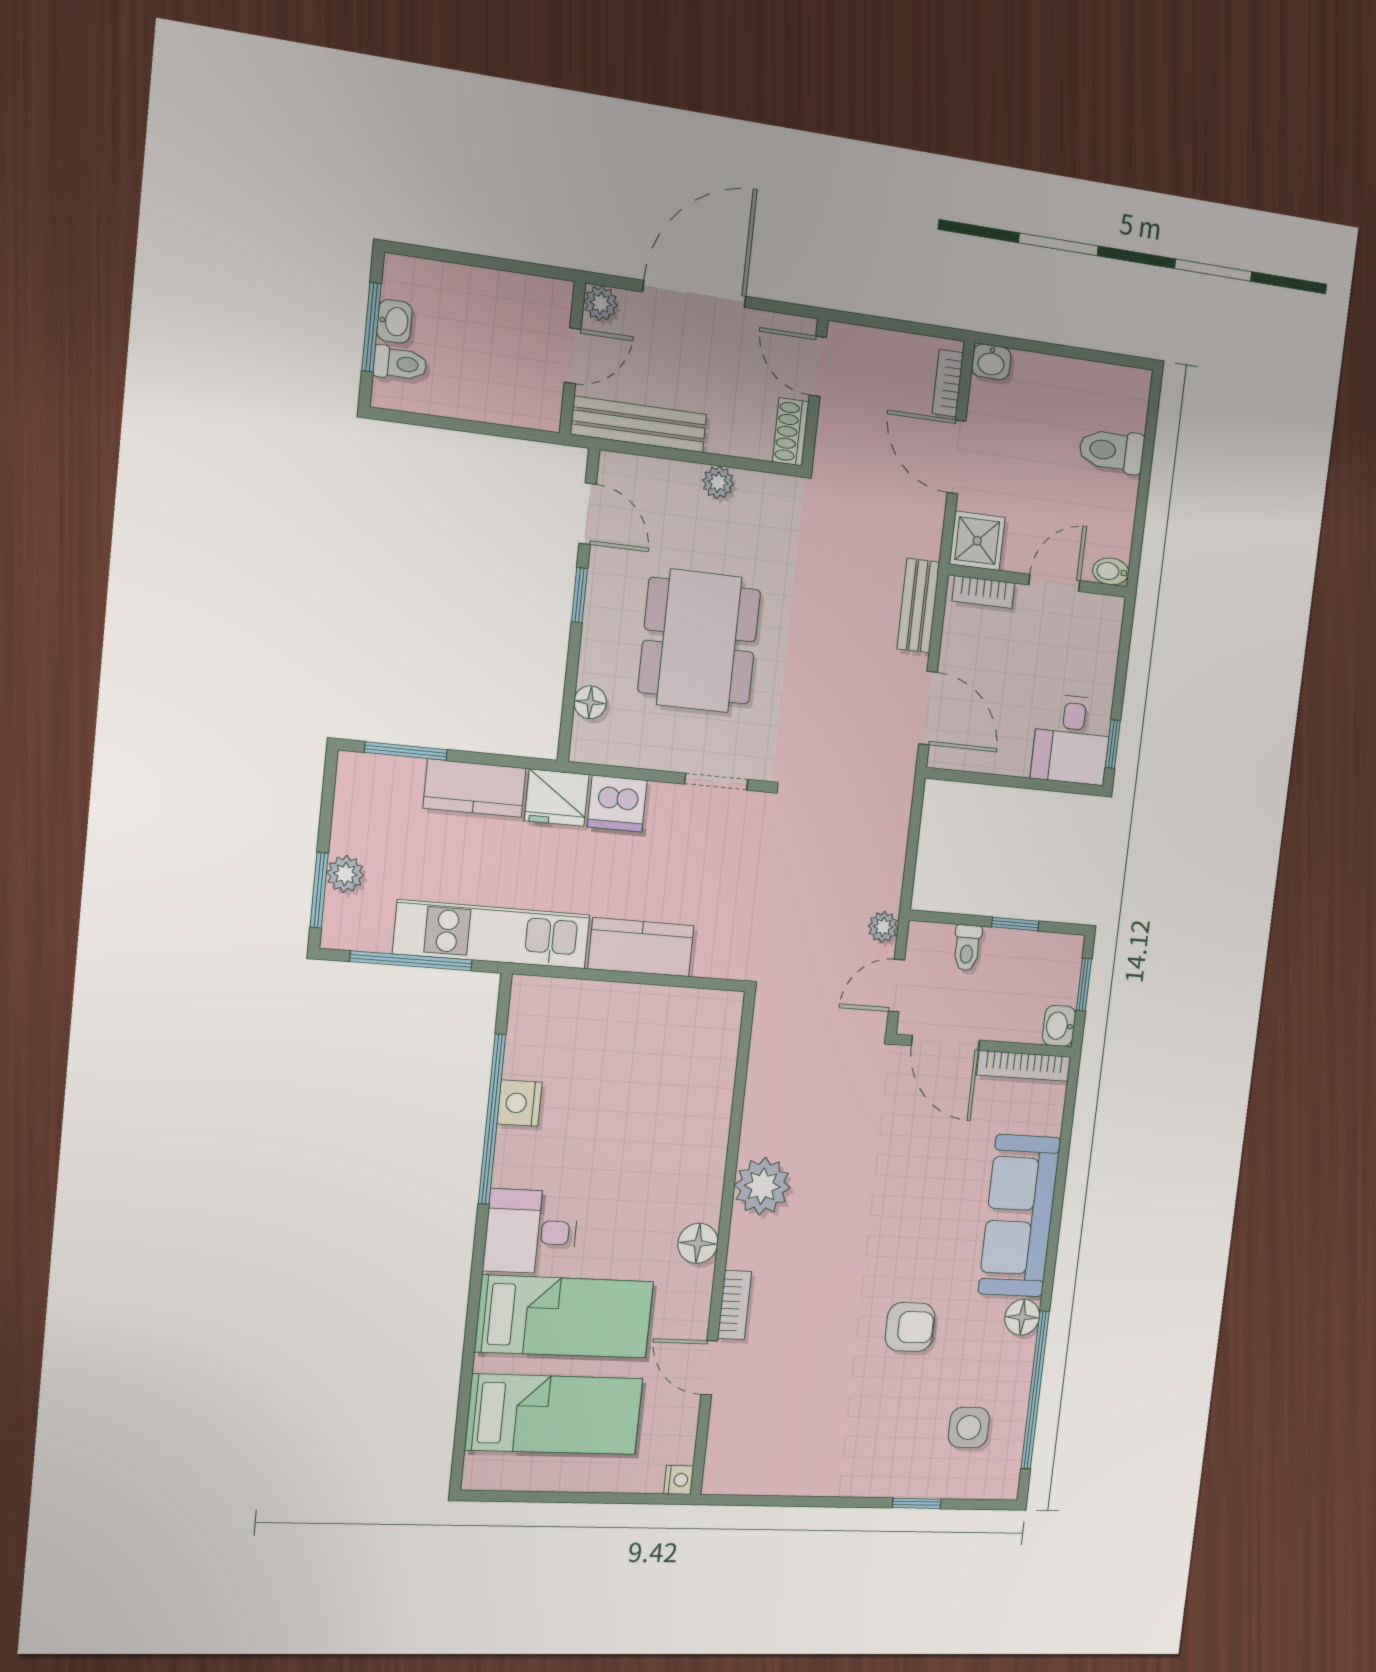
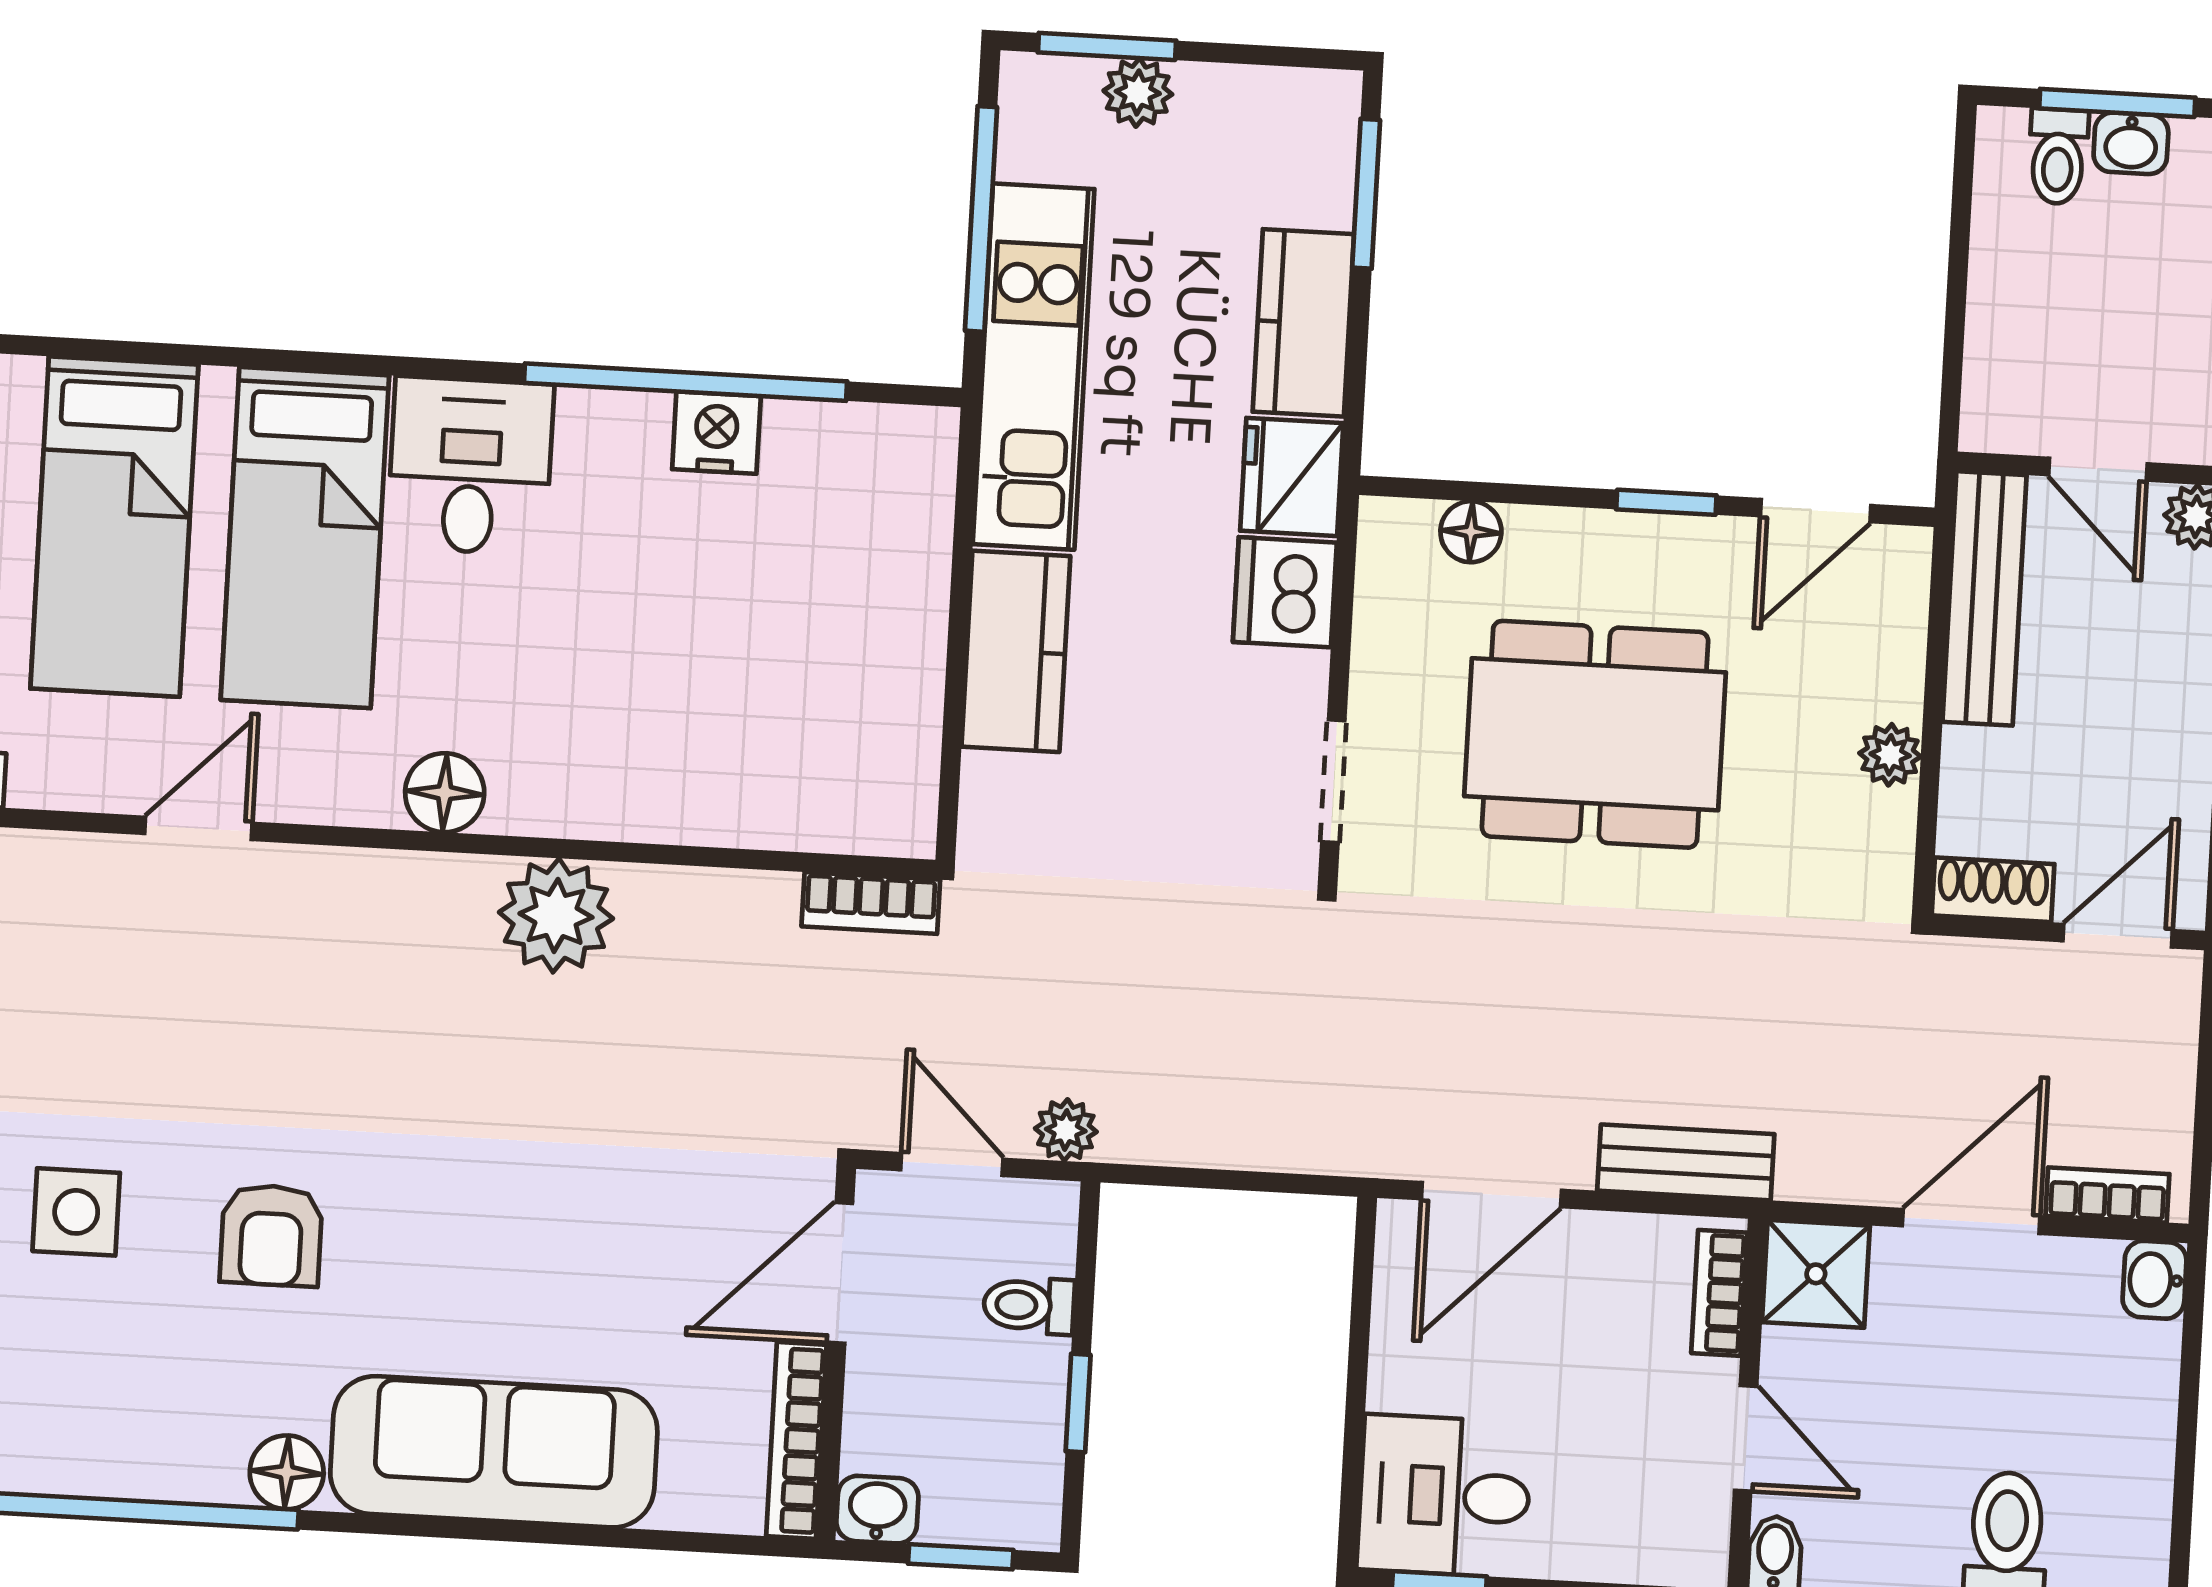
bookcase: (734, 1305) -> (871, 903), moved
side table: (969, 1427) -> (76, 1212), moved

